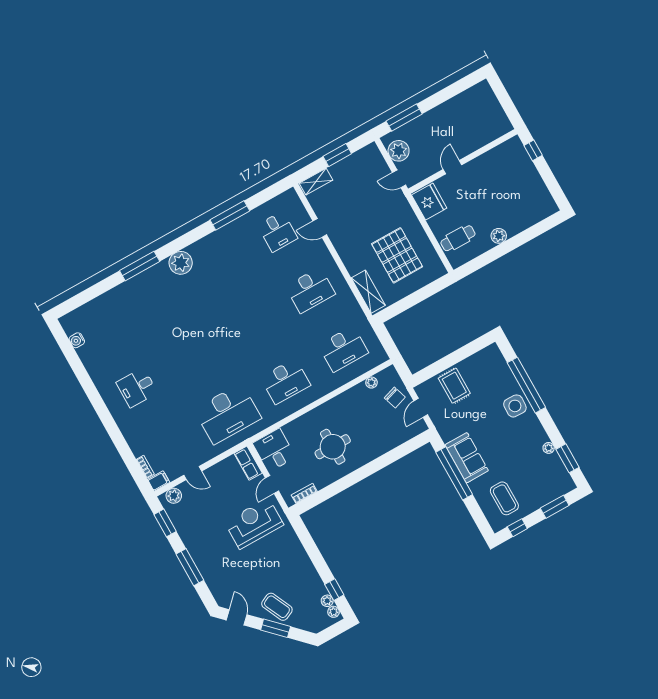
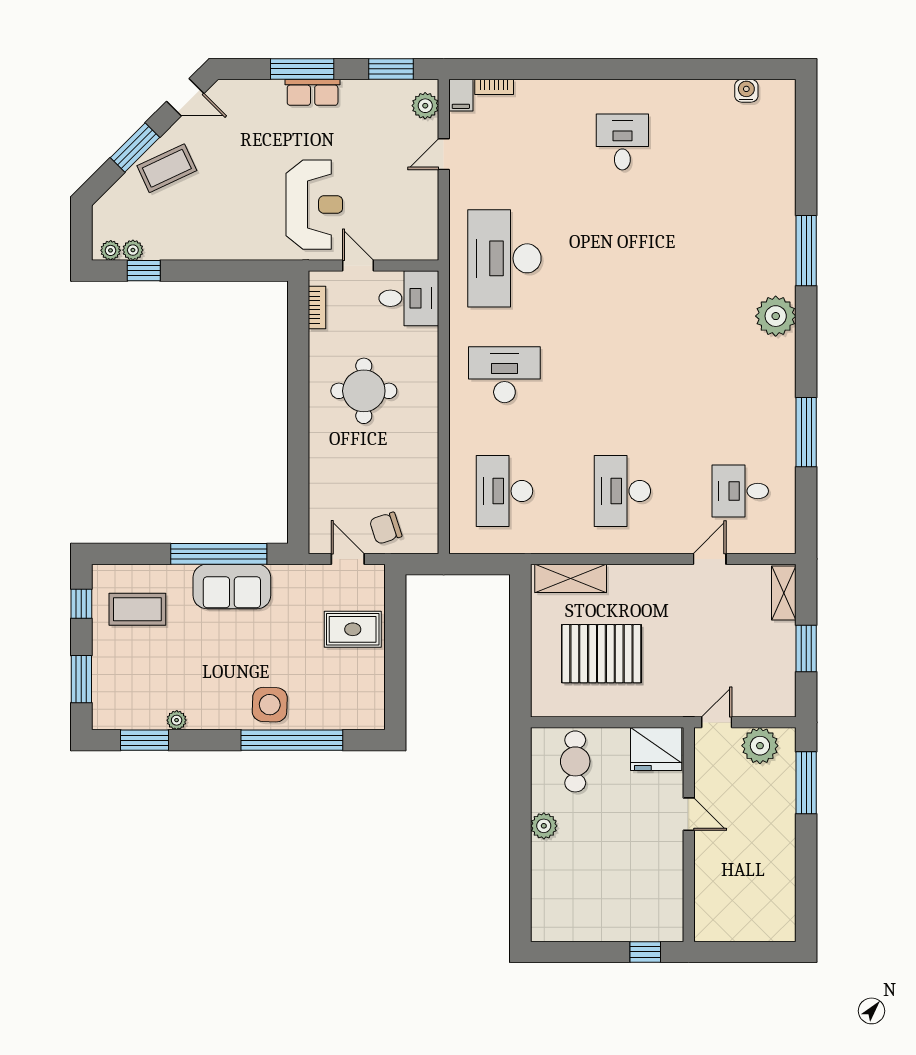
desk: (285, 381) -> (504, 375), turned 90
plant: (371, 383) -> (429, 505), removed
row of seats: (248, 463) -> (313, 92), moved, turned 180

